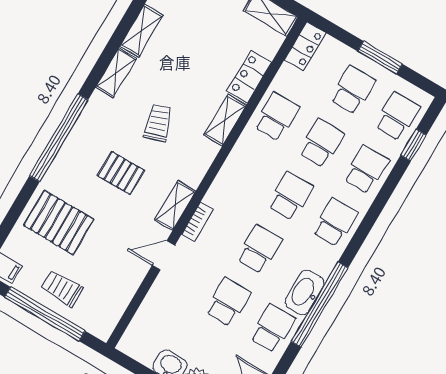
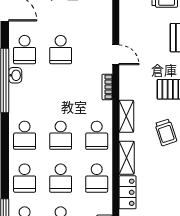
shelving: (175, 206) -> (126, 116), moved
school desk: (259, 249) -> (97, 135), moved
door: (163, 255) -> (116, 55), hinge flipped
washbasin: (304, 292) -> (15, 75), width x0.52, depth x0.69

